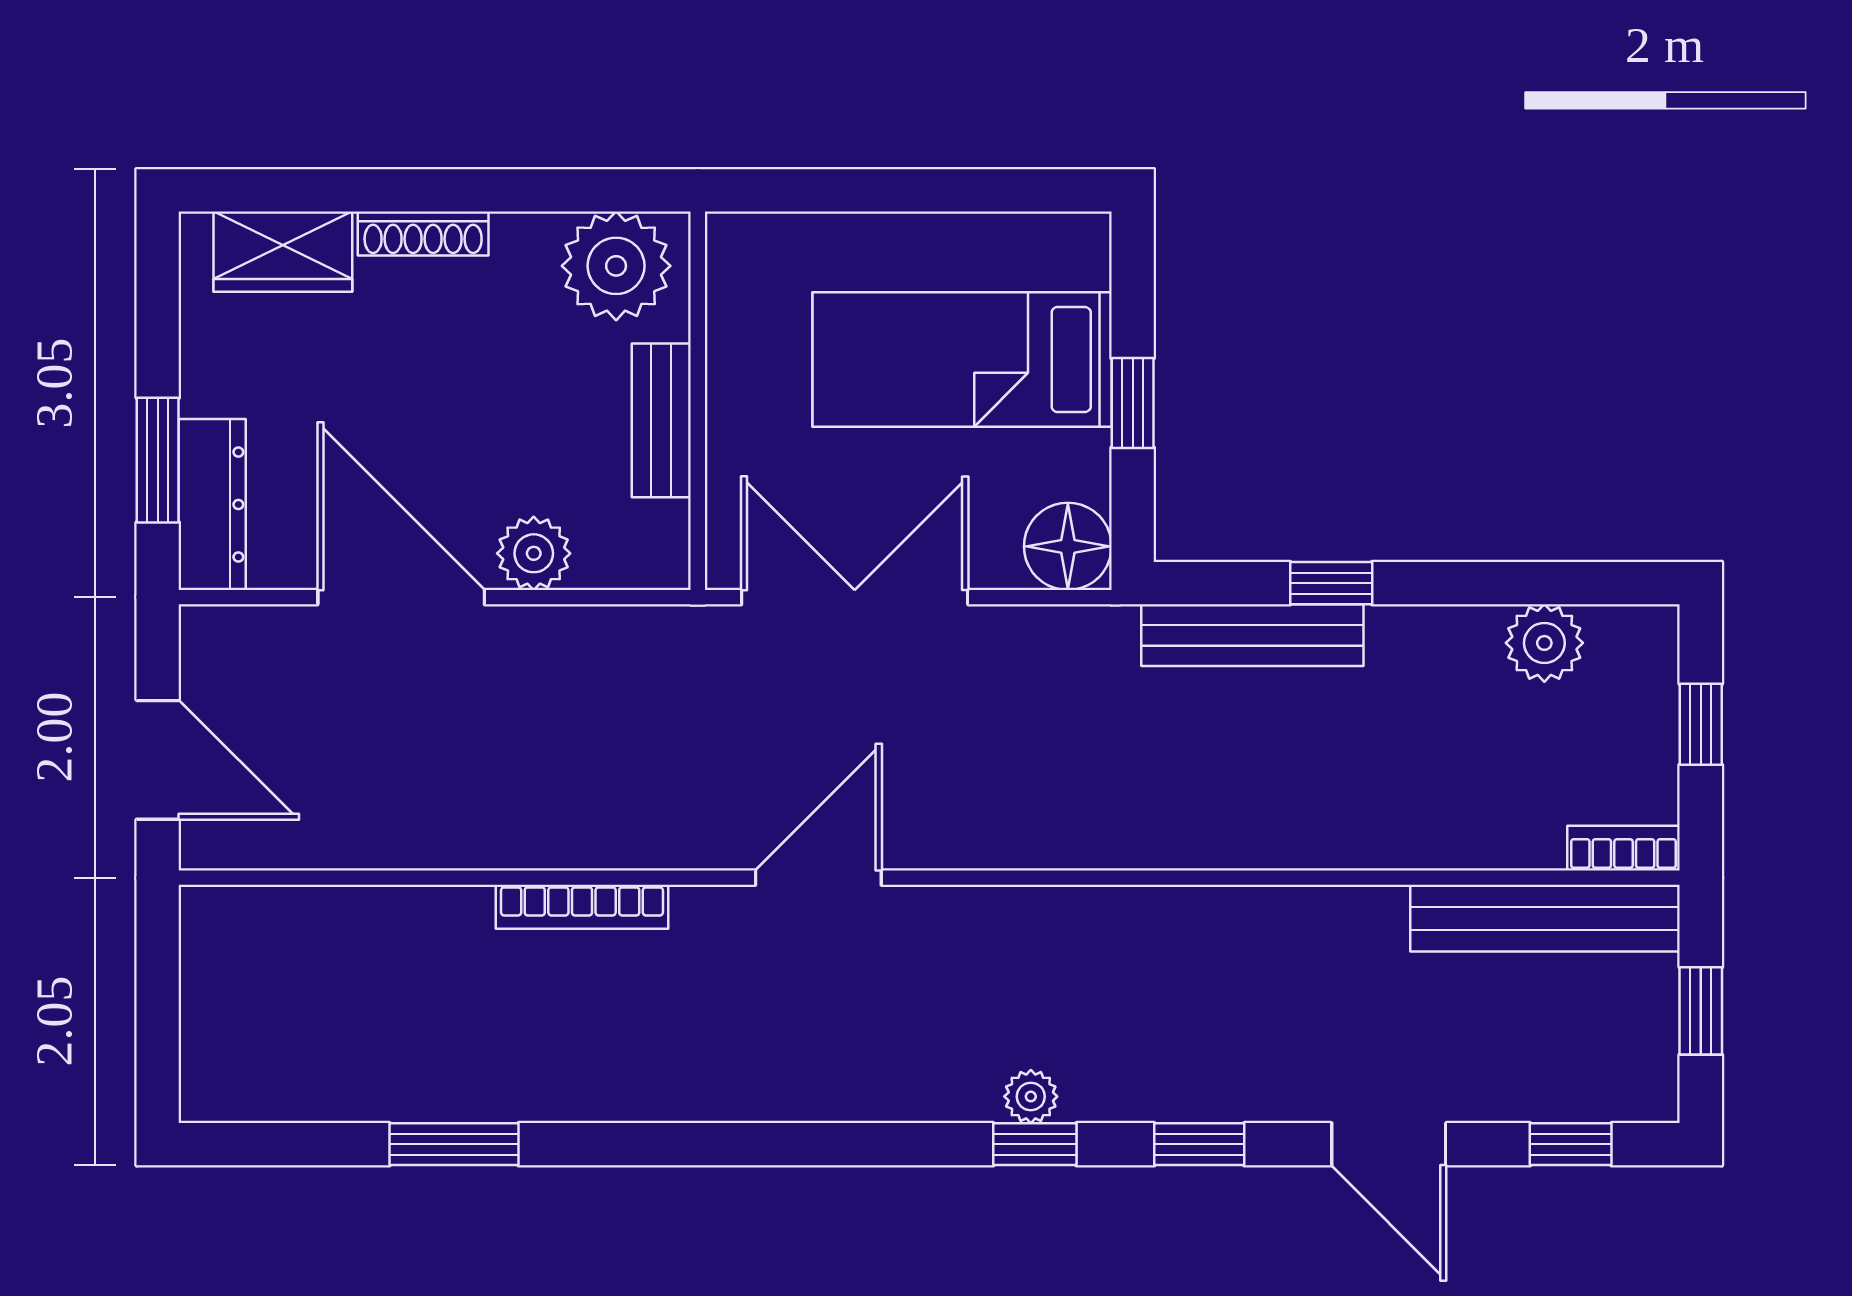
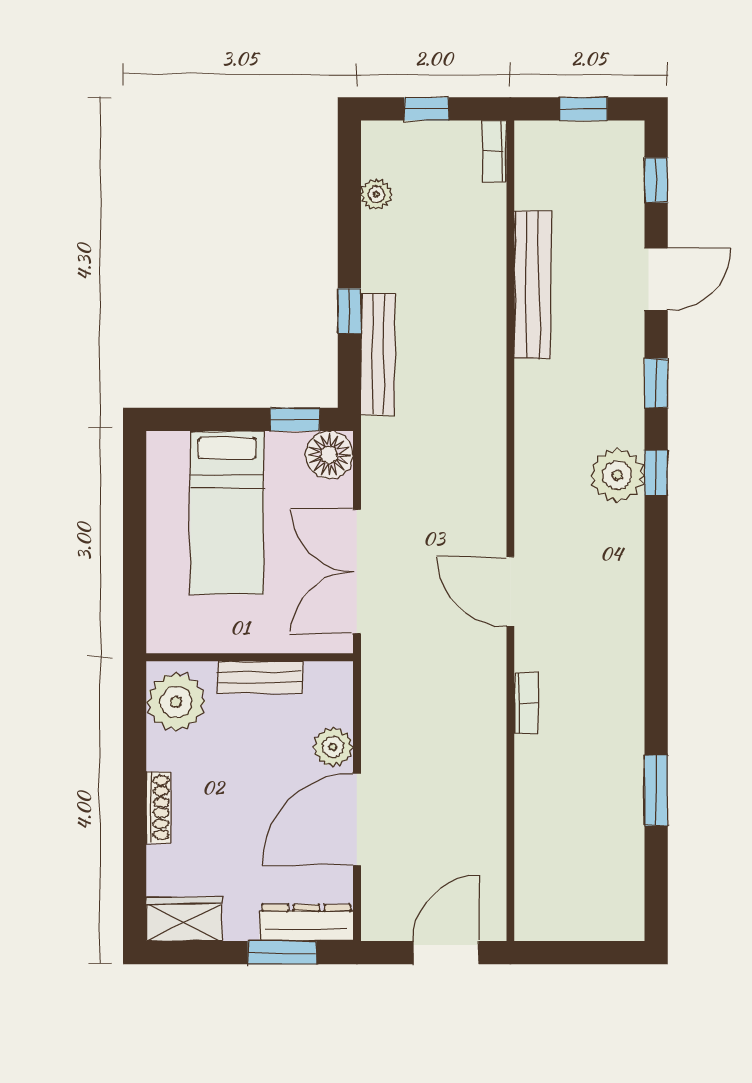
wardrobe: (283, 252) -> (184, 919), moved, turned -90
window: (1133, 403) -> (295, 419), moved
plant: (1544, 643) -> (376, 194), width x0.73, depth x0.73
bookcase: (582, 907) -> (526, 704), width x0.64
bench: (1545, 918) -> (533, 285), moved
plant: (1031, 1096) -> (617, 475), width x1.88, depth x1.88

